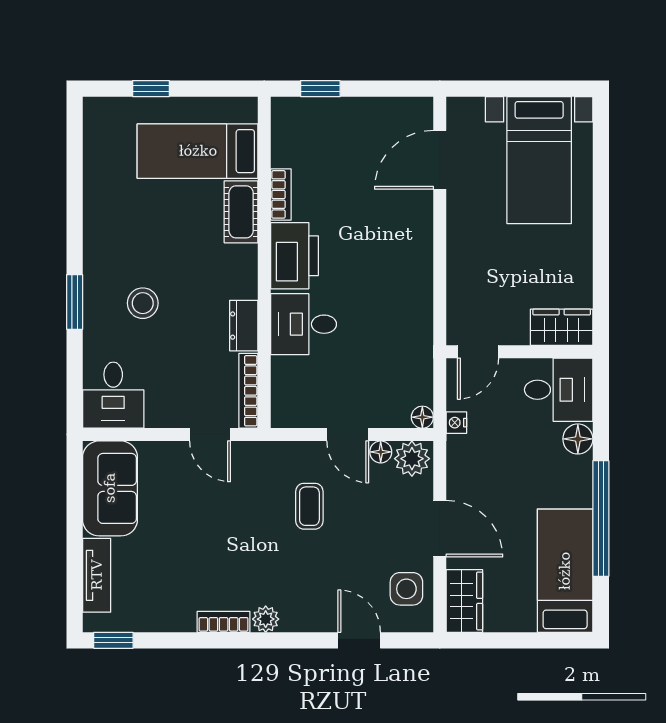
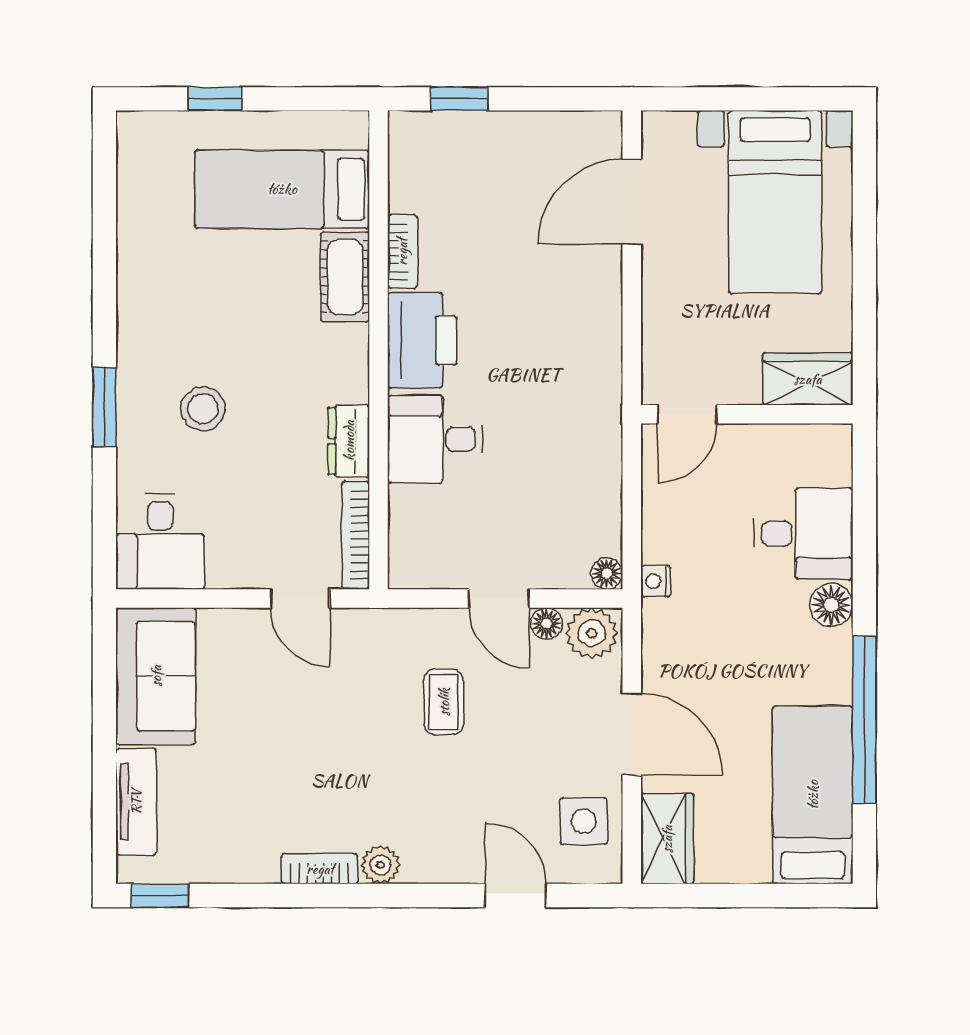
wardrobe: (562, 327) -> (808, 379), moved
door: (478, 352) -> (687, 414), moved
wall: (519, 352) -> (747, 414), moved

